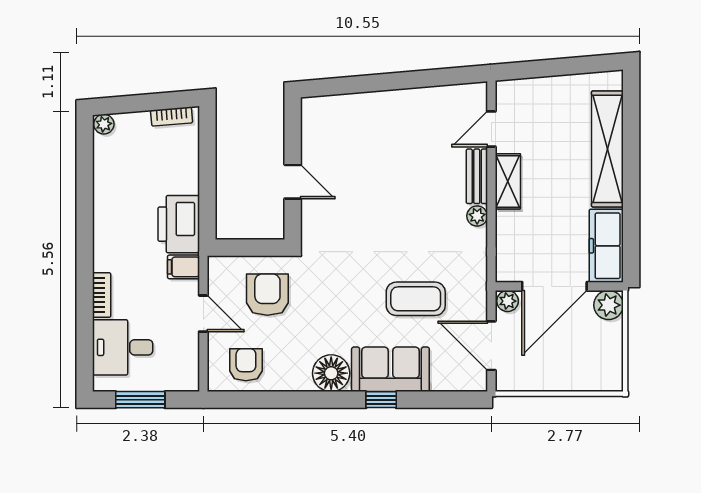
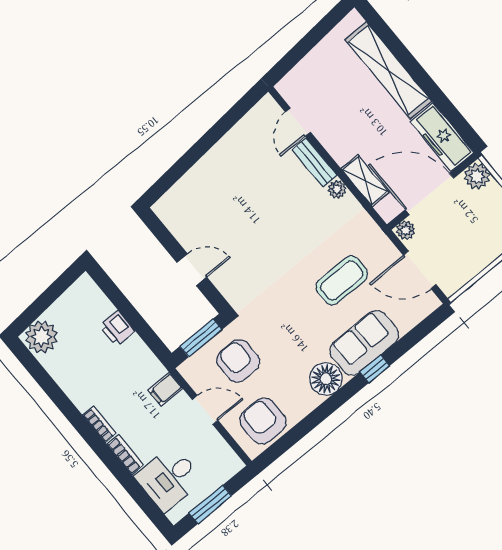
bookcase: (172, 117) -> (99, 424), moved, turned -85
plant: (104, 124) -> (41, 337), width x1.87, depth x1.87
shelving: (508, 181) -> (365, 181), moved
printer: (179, 224) -> (117, 328), moved, width x0.53, depth x0.68
window: (252, 248) -> (201, 338), added
door: (554, 286) -> (429, 194), swing flipped
armchair: (246, 365) -> (263, 421), width x1.38, depth x1.38

